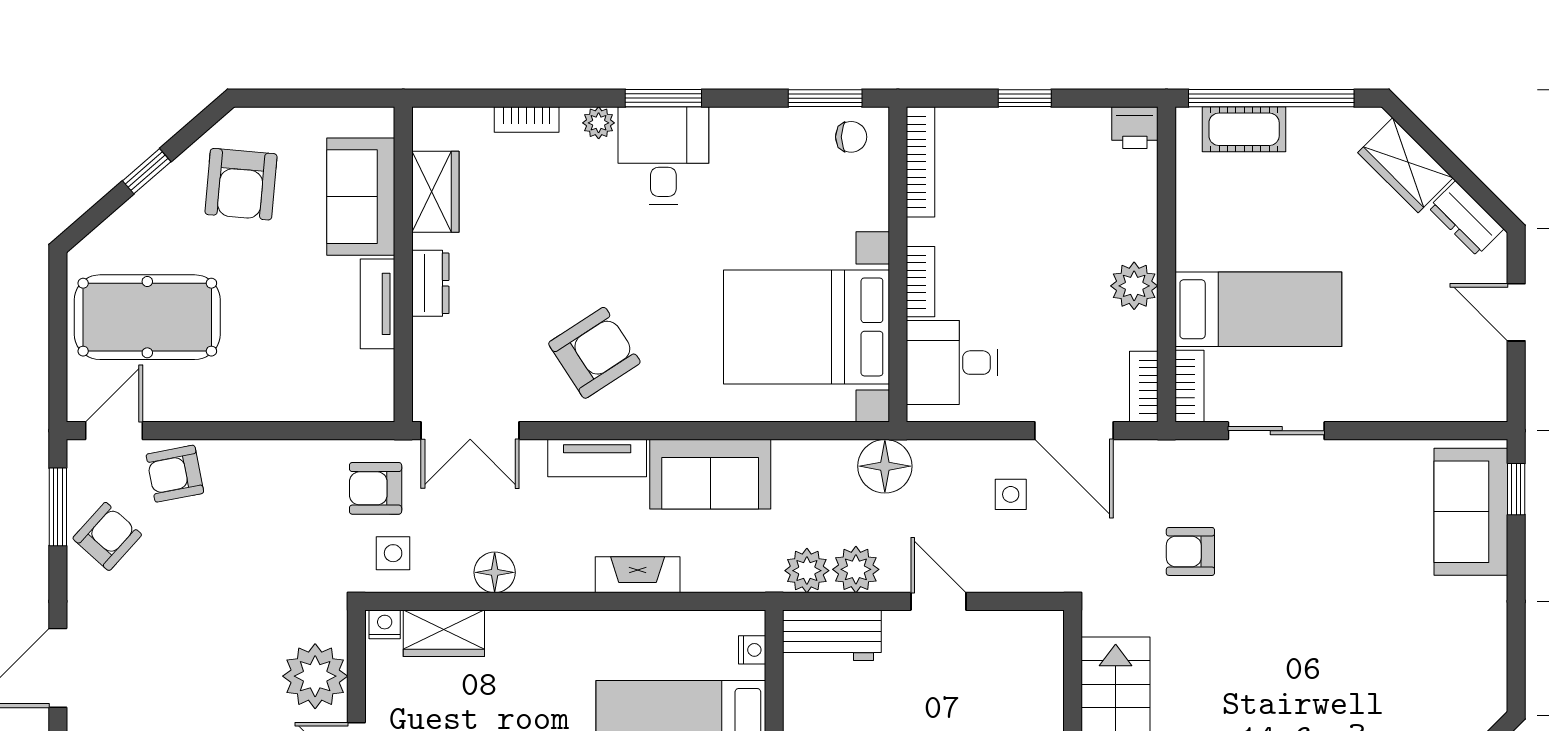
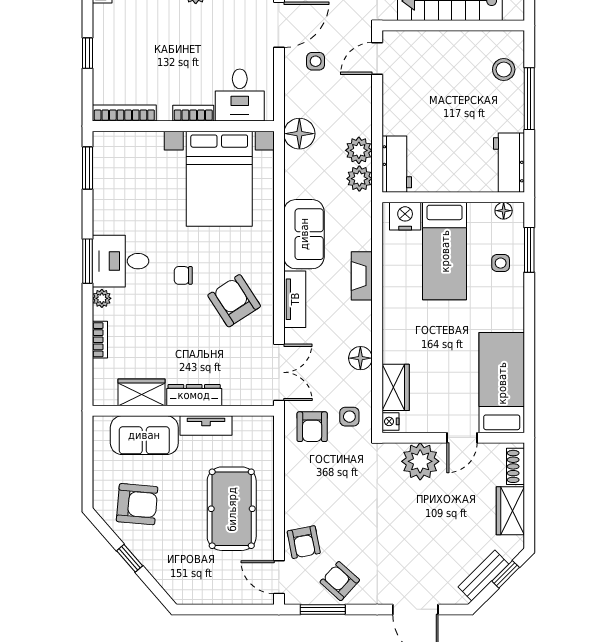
chair: (851, 137) -> (183, 275), moved, turned -90
dresser: (430, 283) -> (194, 395), width x1.44
pool table: (147, 317) -> (232, 509), moved
door: (938, 601) -> (377, 59), moved
nightstand: (752, 650) -> (405, 216), width x1.89, depth x1.79

